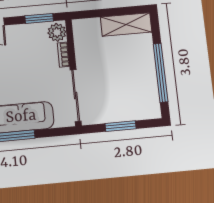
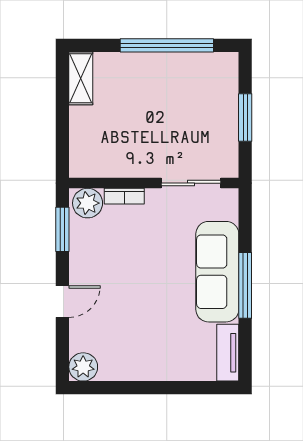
shelving: (126, 25) -> (81, 78), width x0.67, depth x0.75
sliding door: (76, 96) -> (191, 183), width x0.73

